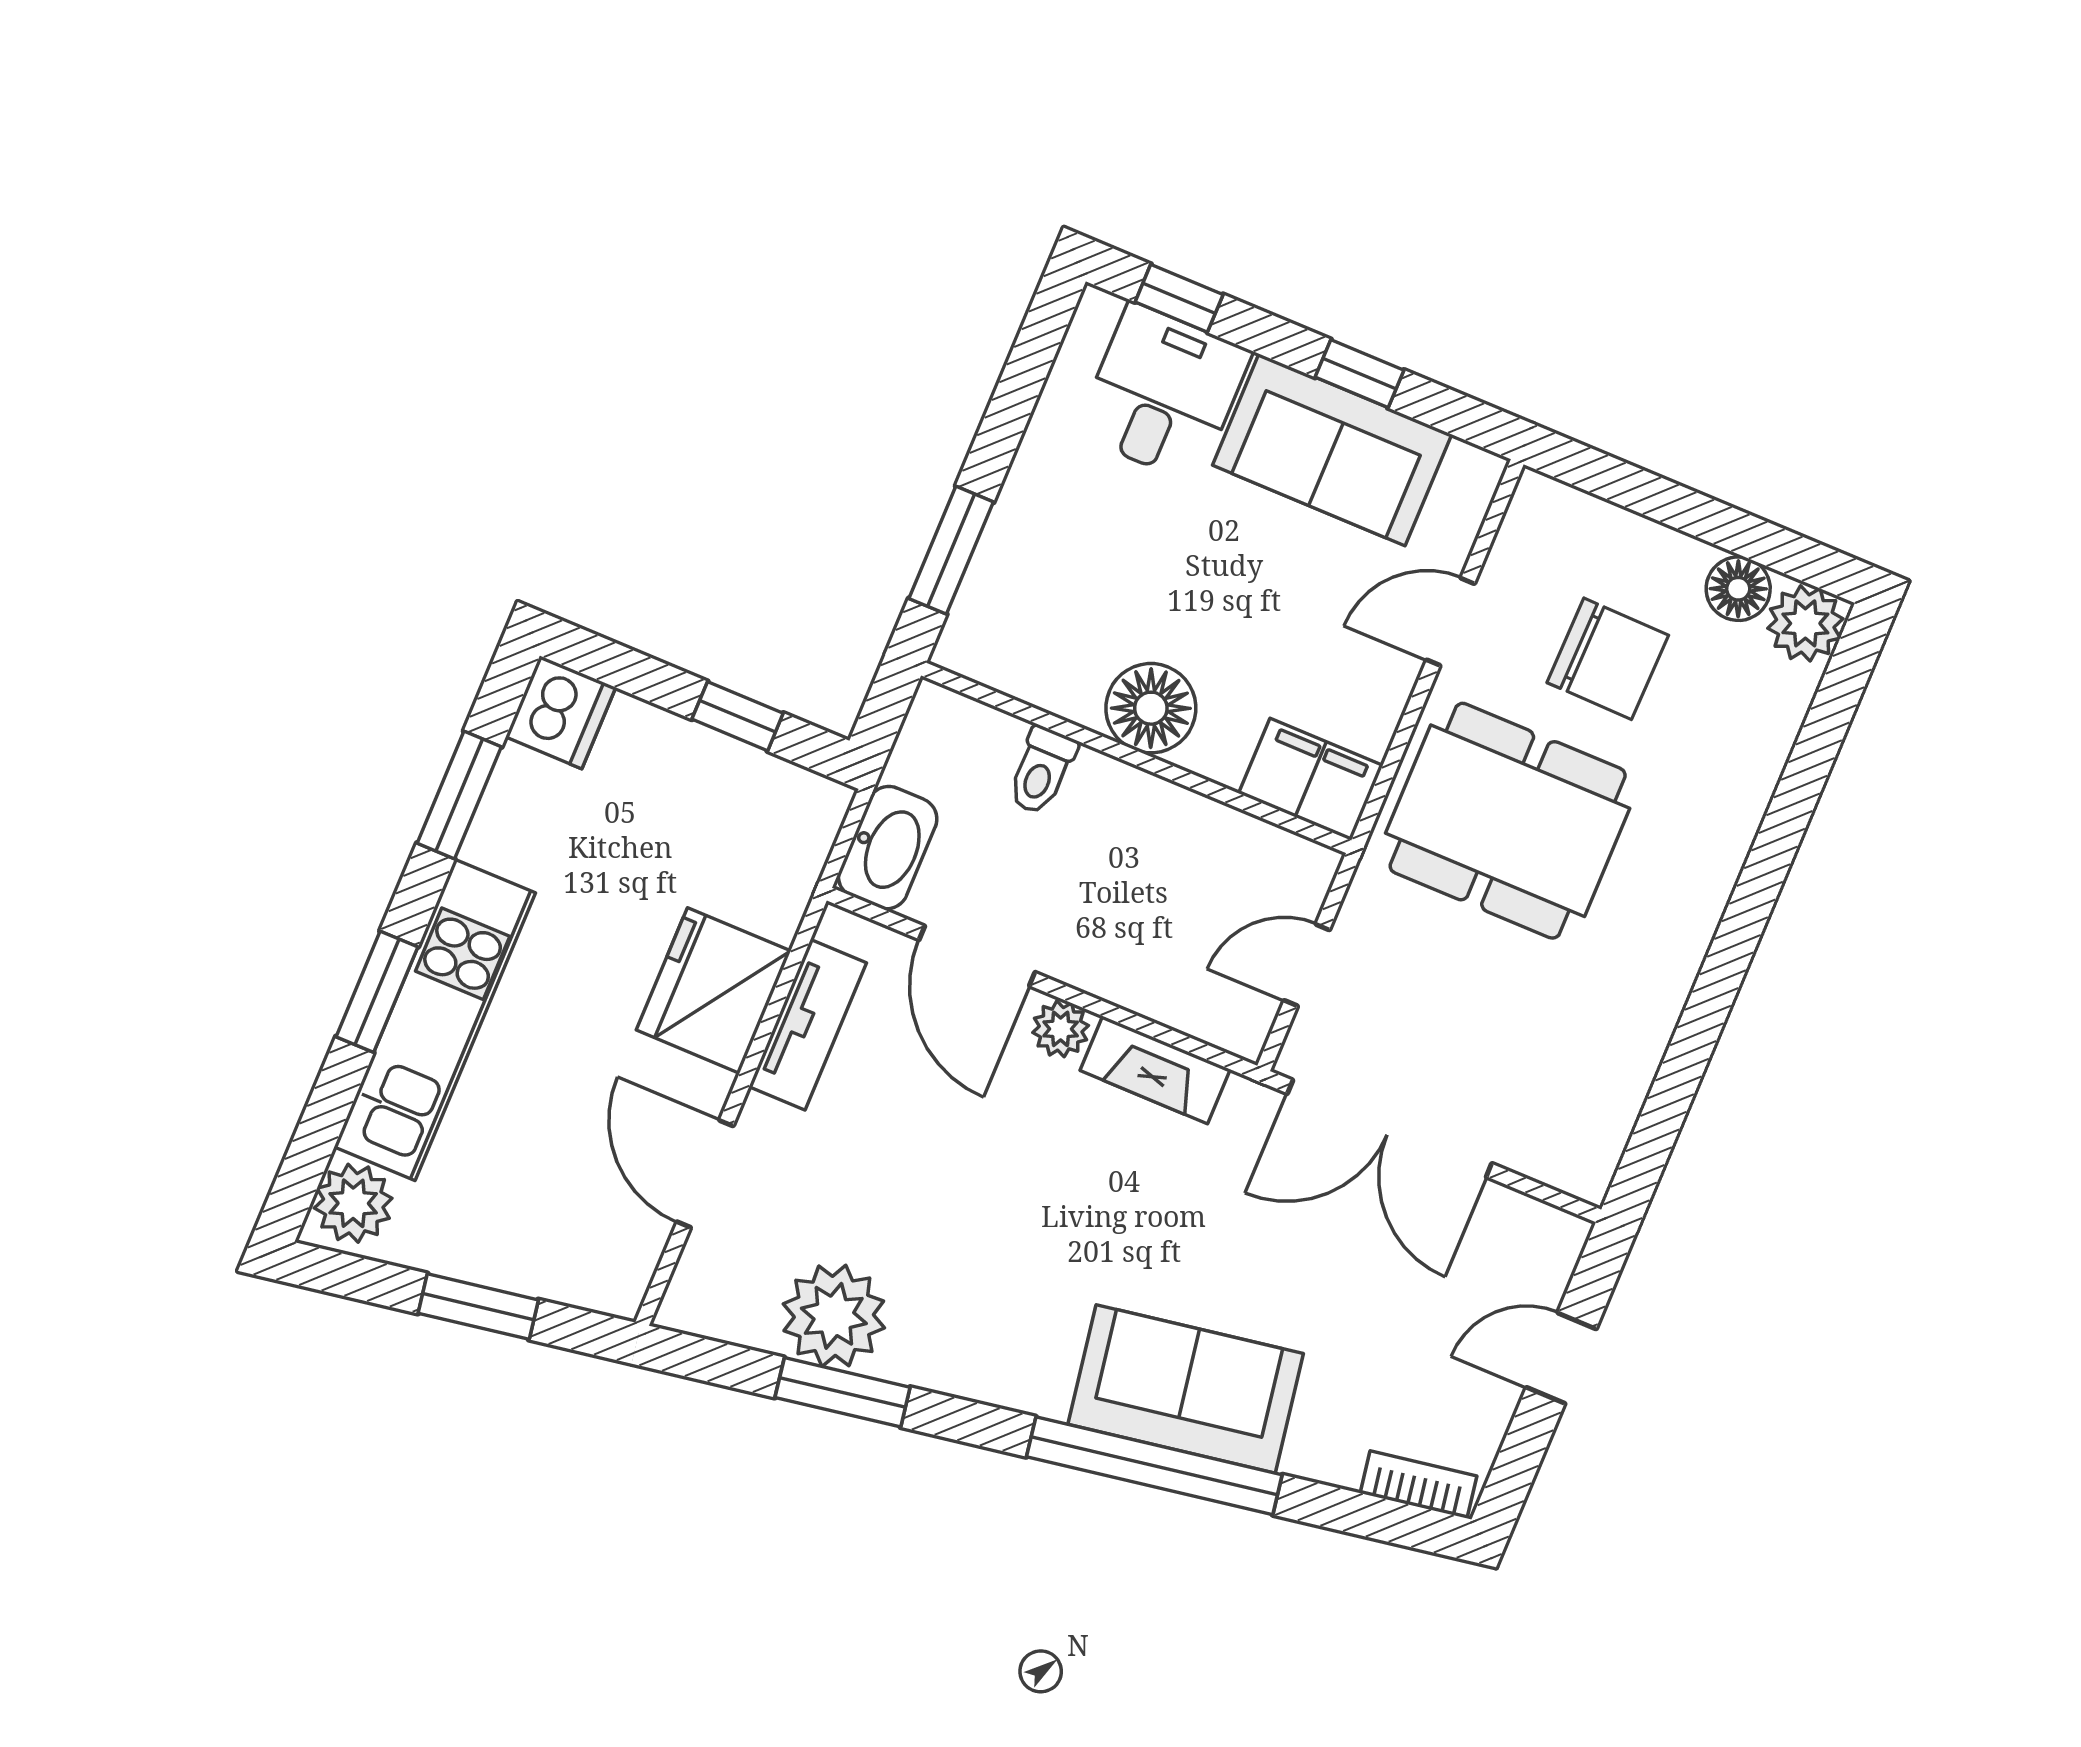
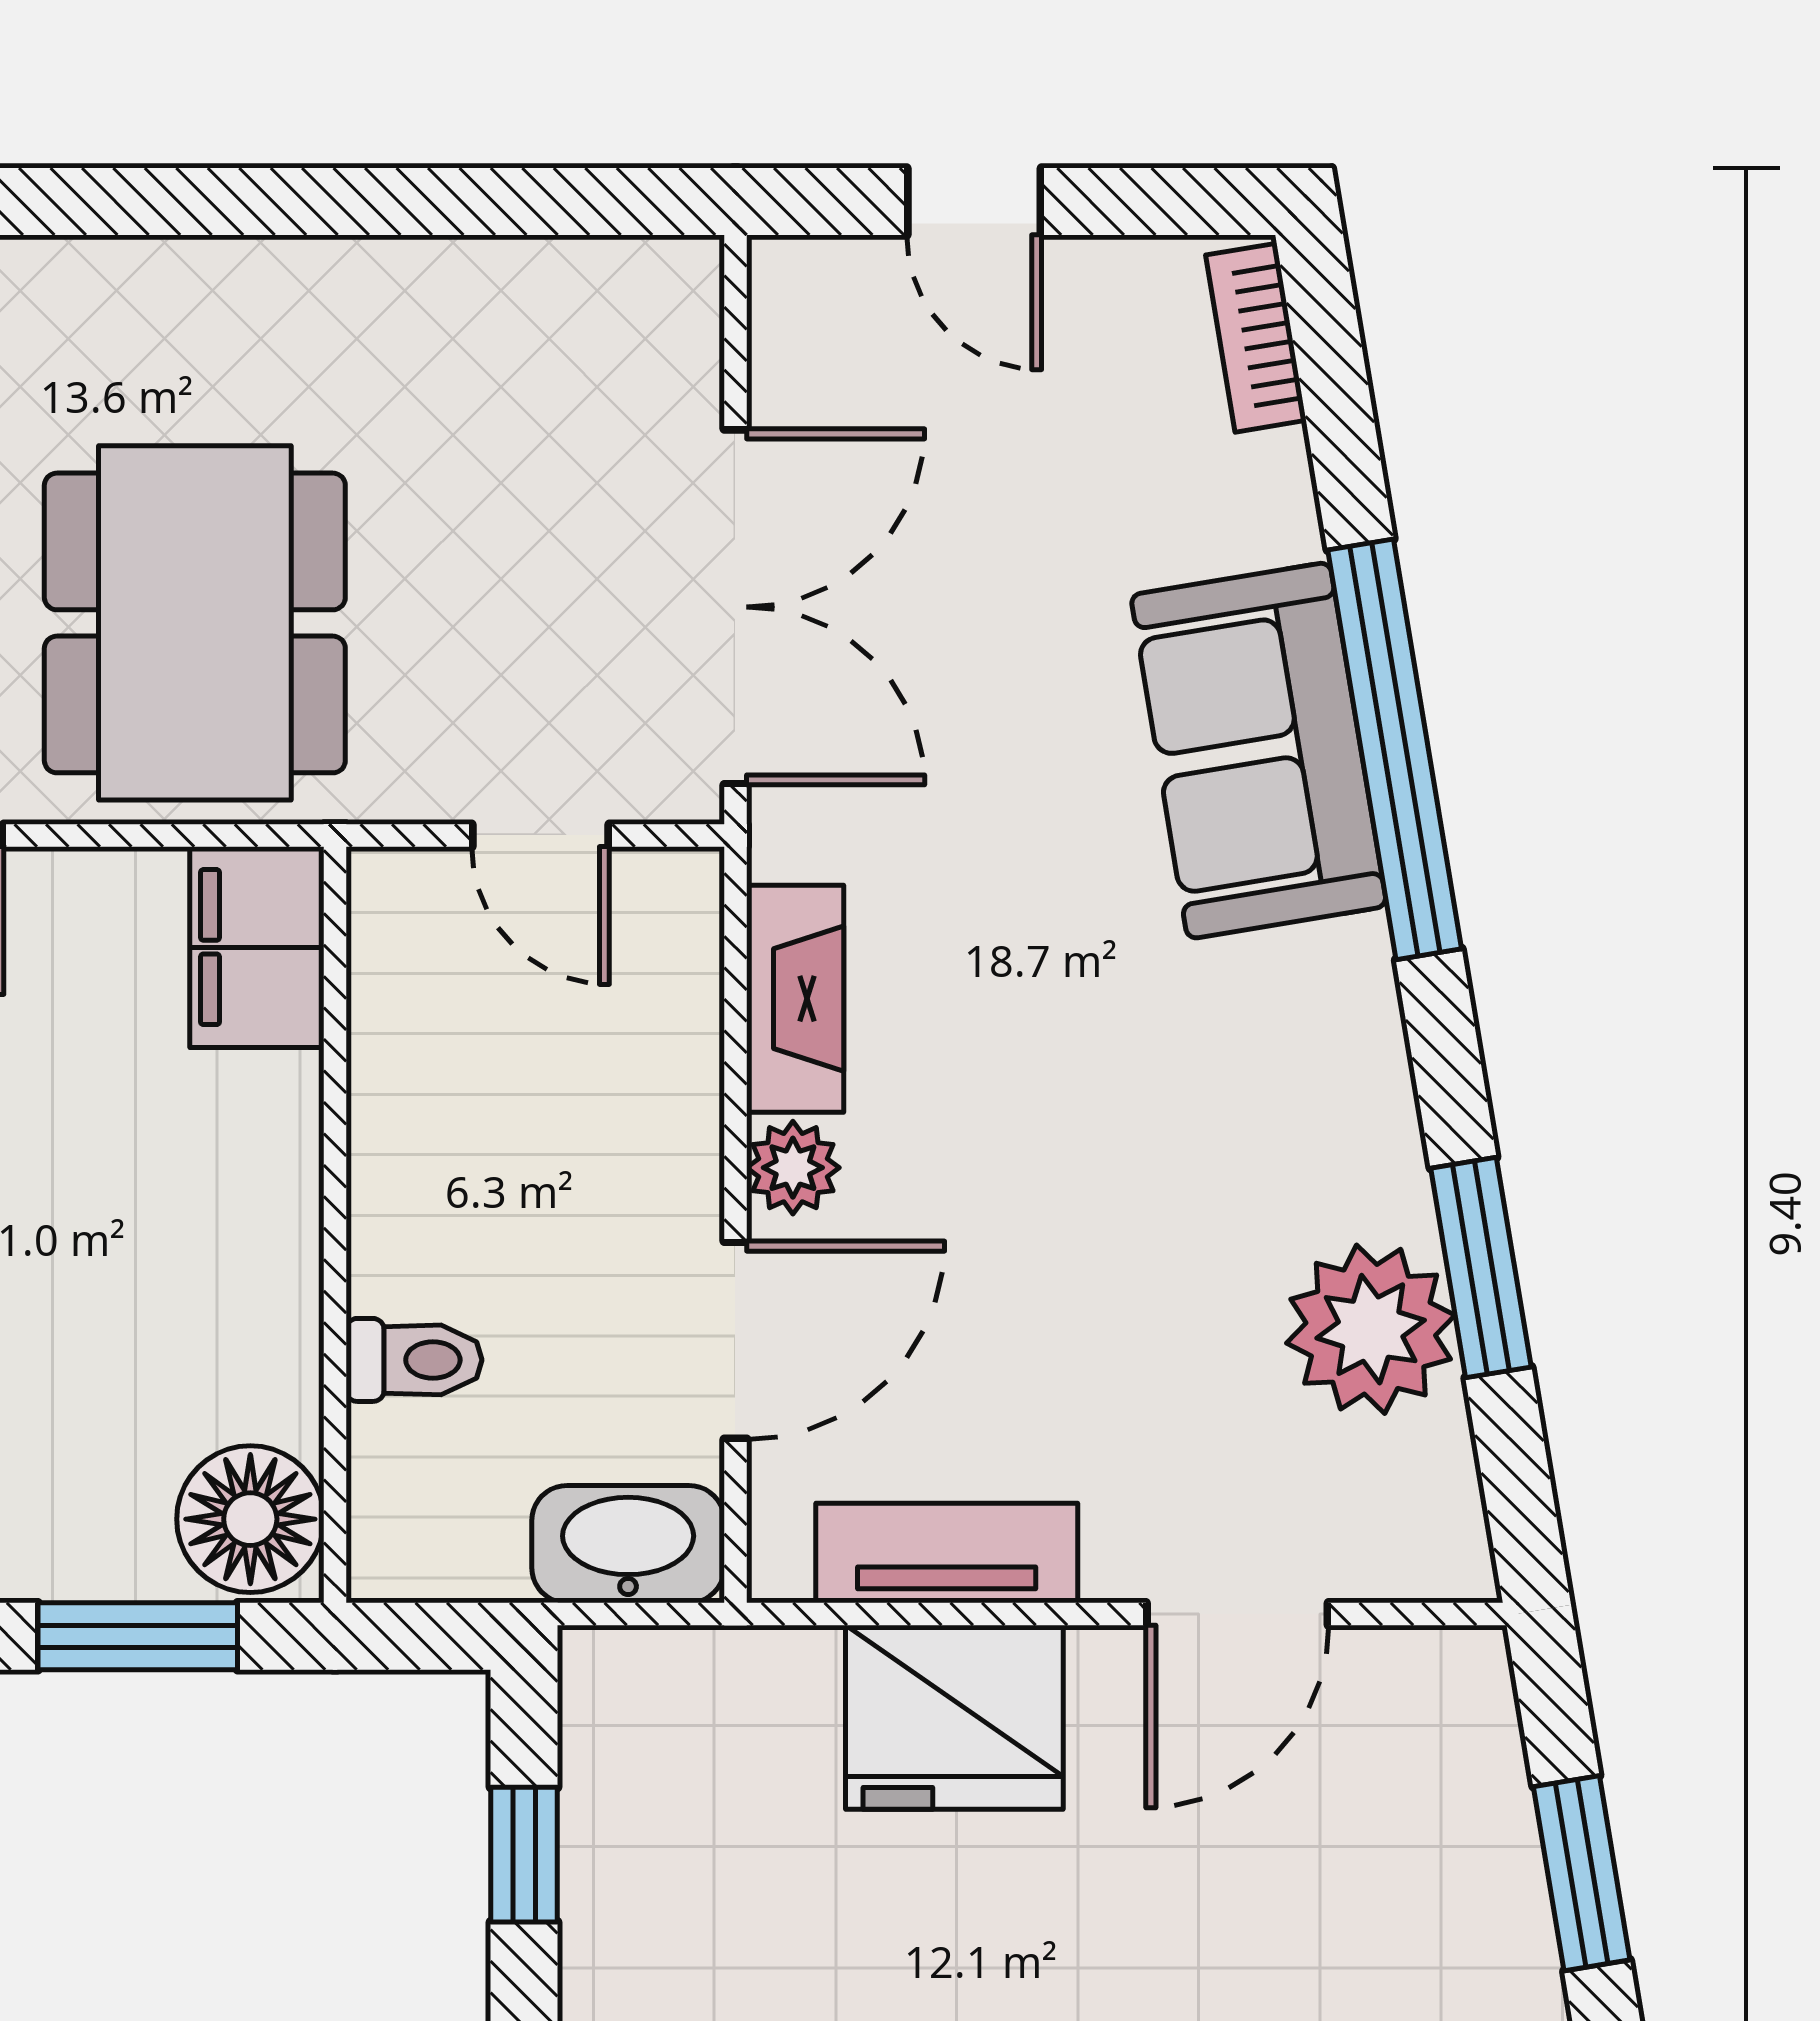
floor lamp: (1151, 708) -> (250, 1519), moved

